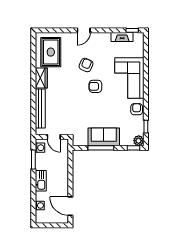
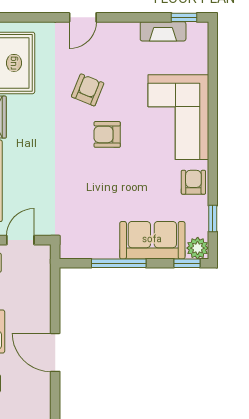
door: (54, 137) -> (20, 240), swing flipped
sofa: (104, 137) -> (152, 240), moved
door: (70, 206) -> (55, 352), moved

